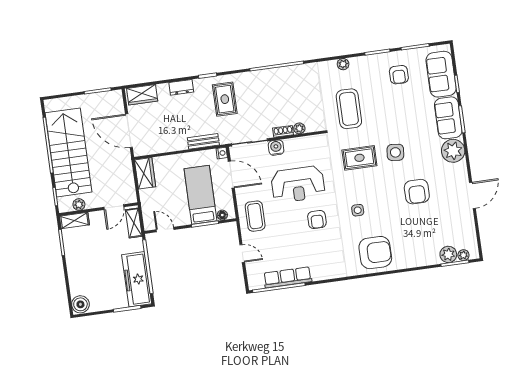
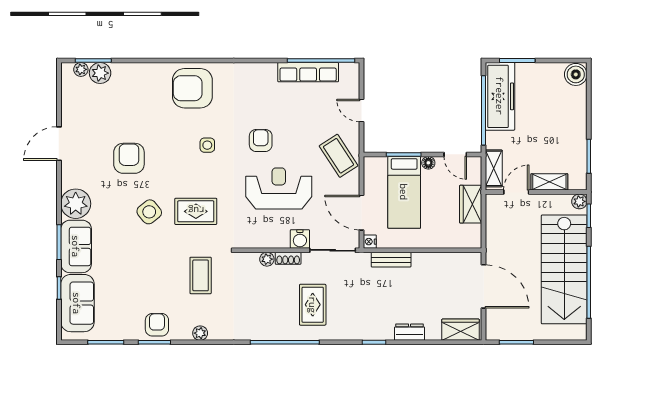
armchair: (399, 75) -> (157, 325), moved
rug: (225, 99) -> (313, 305), moved
coffee table: (349, 109) -> (201, 275), width x0.73, depth x0.76
side table: (395, 152) -> (149, 212), turned 45
wardrobe: (145, 173) -> (471, 204), moved
plant: (79, 204) -> (579, 201), moved
floor lamp: (222, 215) -> (428, 163), moved
coffee table: (255, 216) -> (339, 156), turned -33
shelving: (74, 220) -> (549, 182), moved

